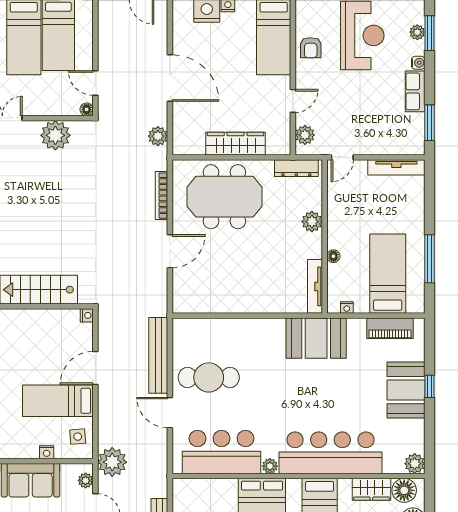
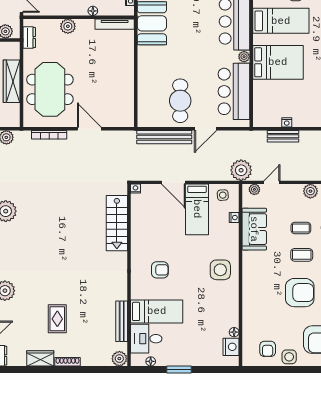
dresser: (296, 168) -> (29, 38), width x0.70

